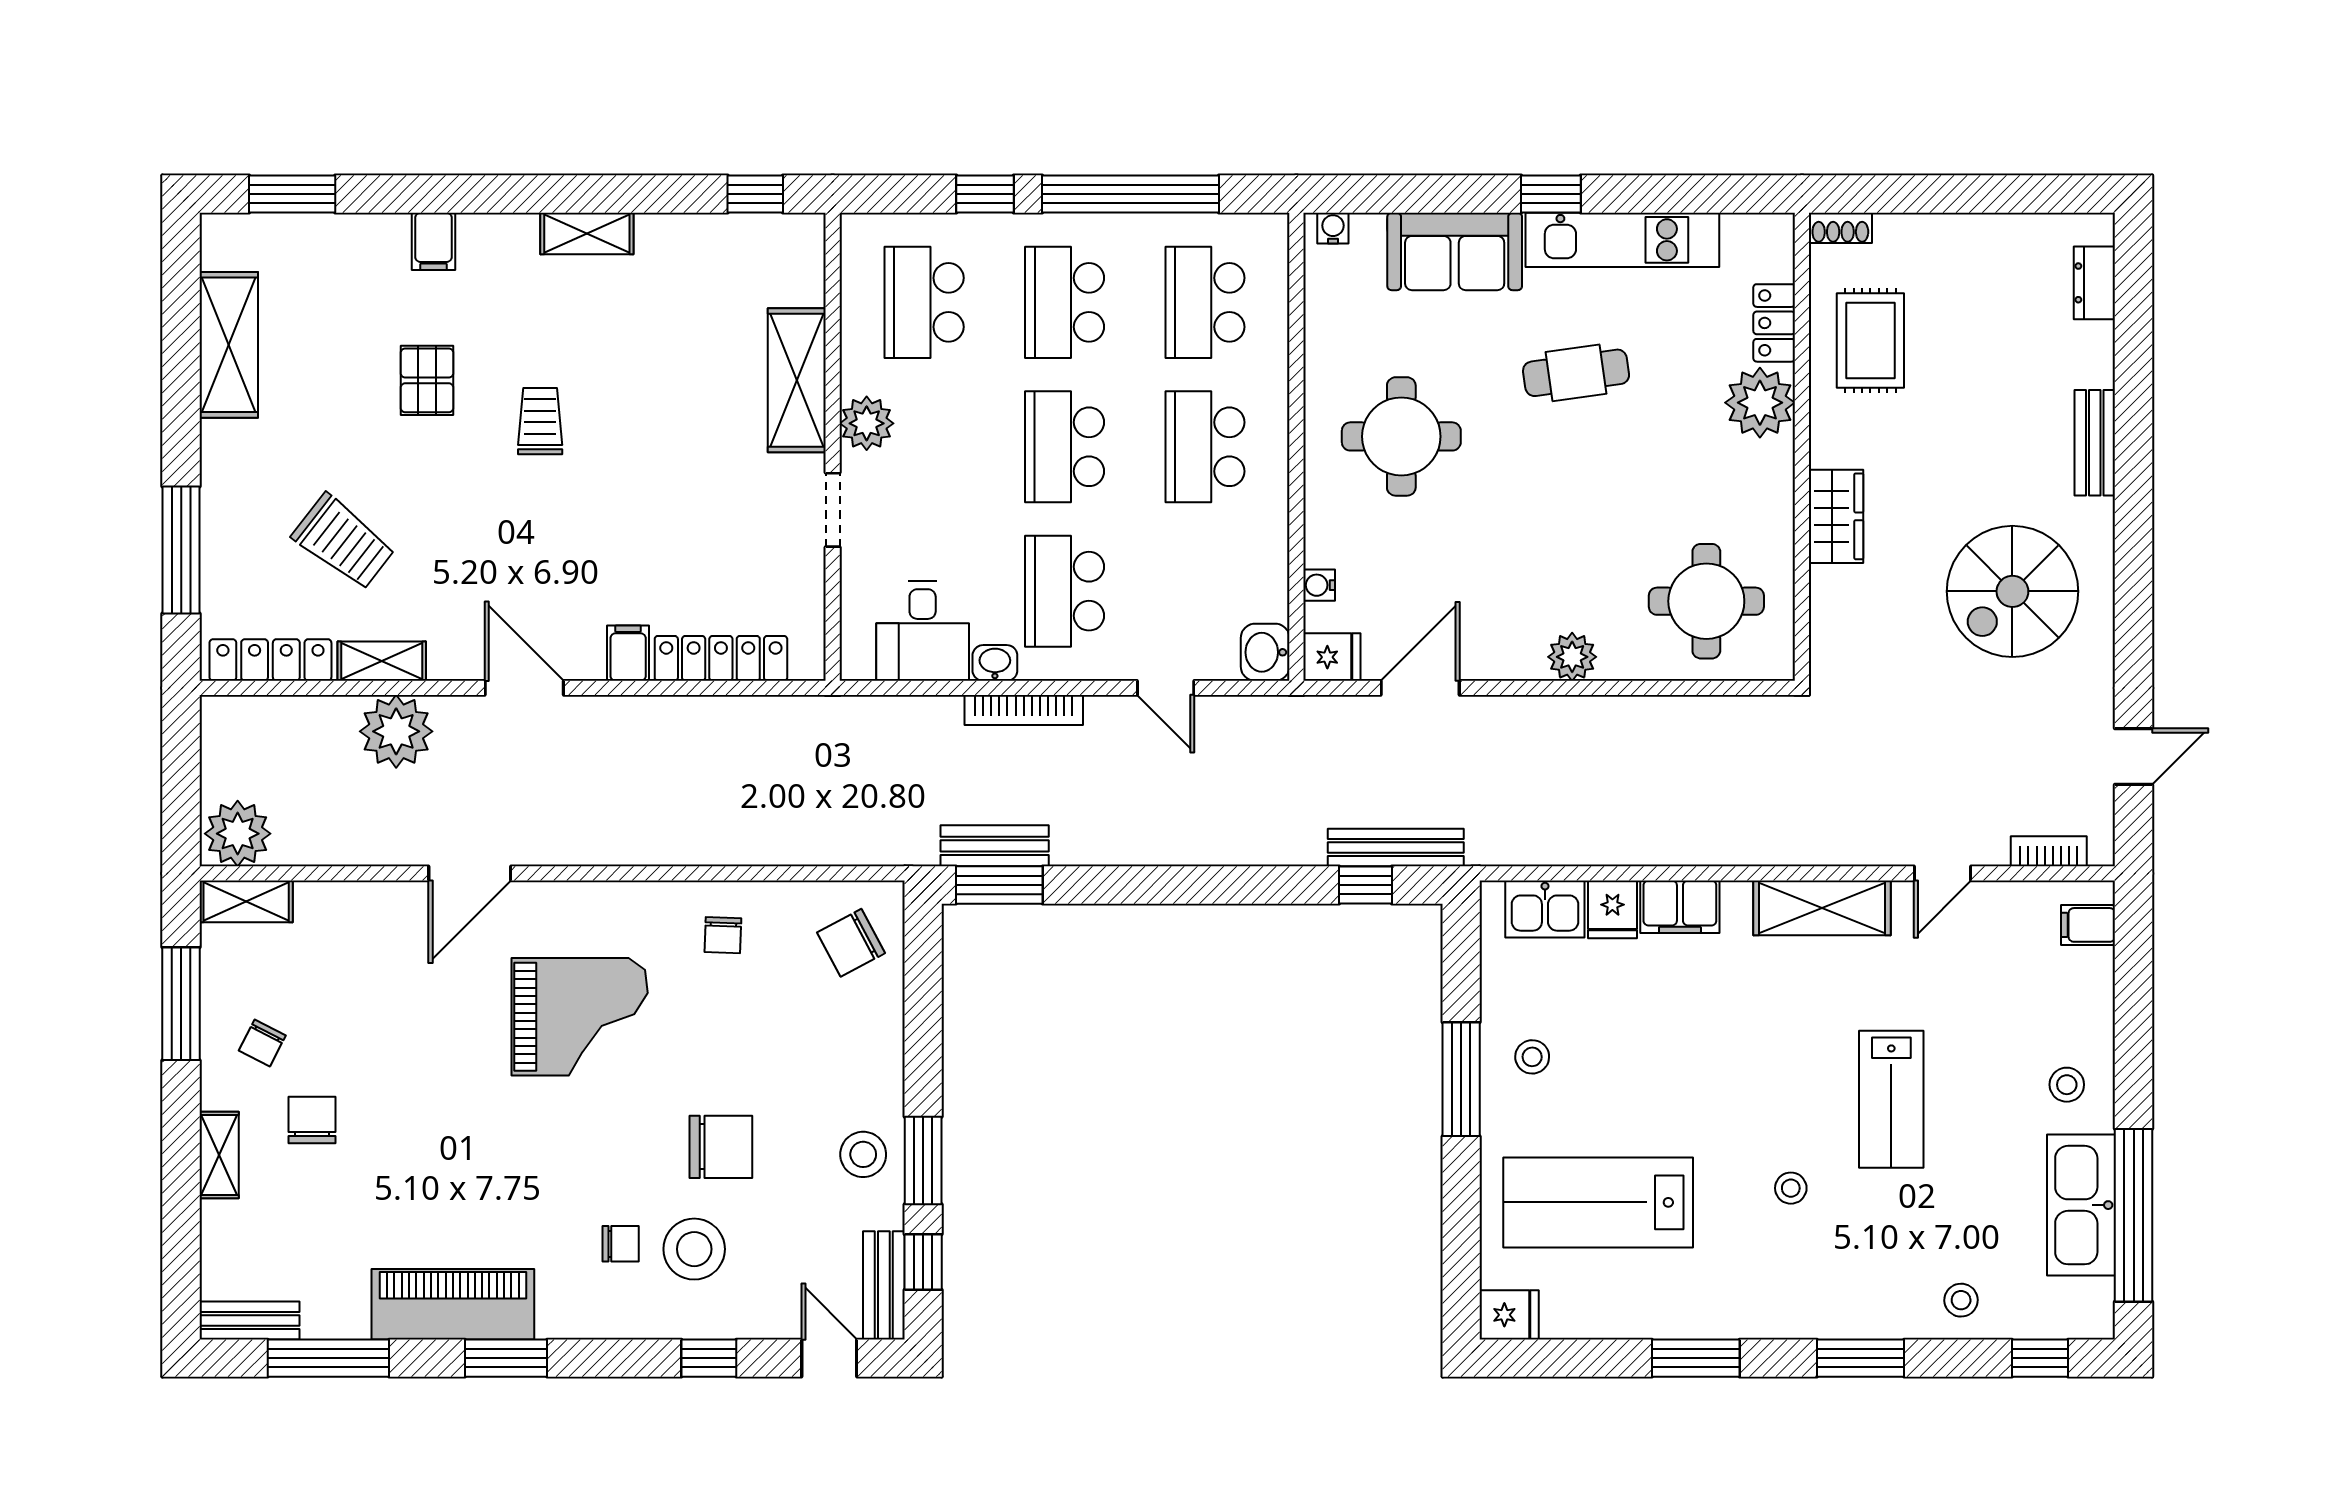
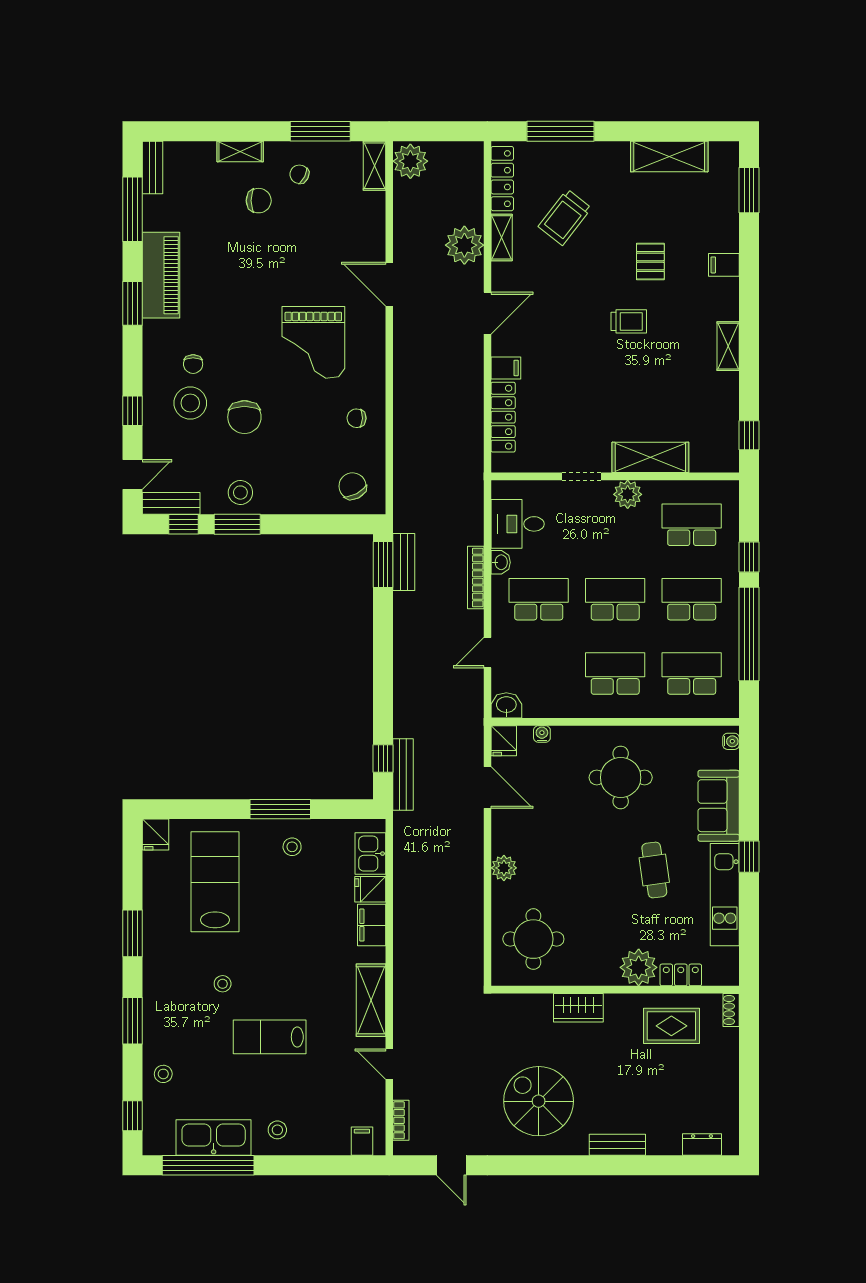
pallet: (427, 380) -> (650, 262), turned 90

